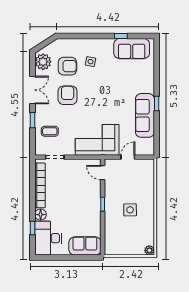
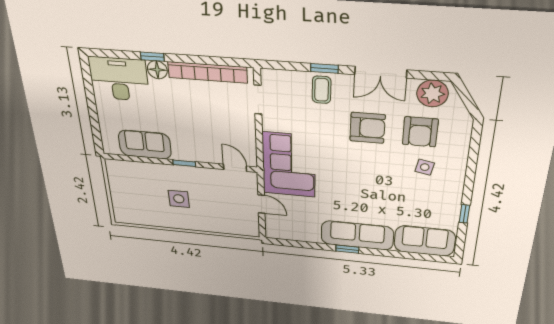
sofa: (132, 49) -> (425, 241), moved, turned 90
sofa: (145, 115) -> (357, 235), moved
coffee table: (50, 131) -> (322, 90), moved
door: (103, 173) -> (235, 168), hinge flipped
window: (32, 228) -> (152, 57), moved
sofa: (85, 246) -> (145, 145), moved, turned -90
plant: (149, 250) -> (121, 217), removed

